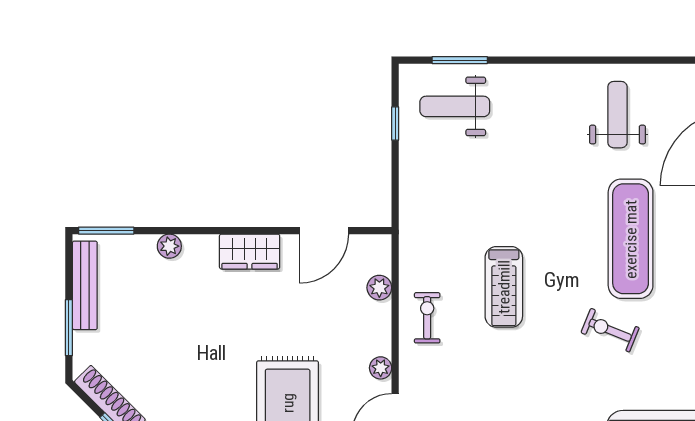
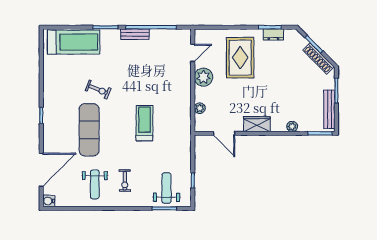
weight bench: (455, 106) -> (166, 188), turned -90
door: (324, 231) -> (224, 133), swing flipped
treadmill: (504, 287) -> (144, 123), moved
exercise bike: (427, 318) -> (125, 181), moved
plant: (381, 368) -> (203, 77), width x1.88, depth x1.88

